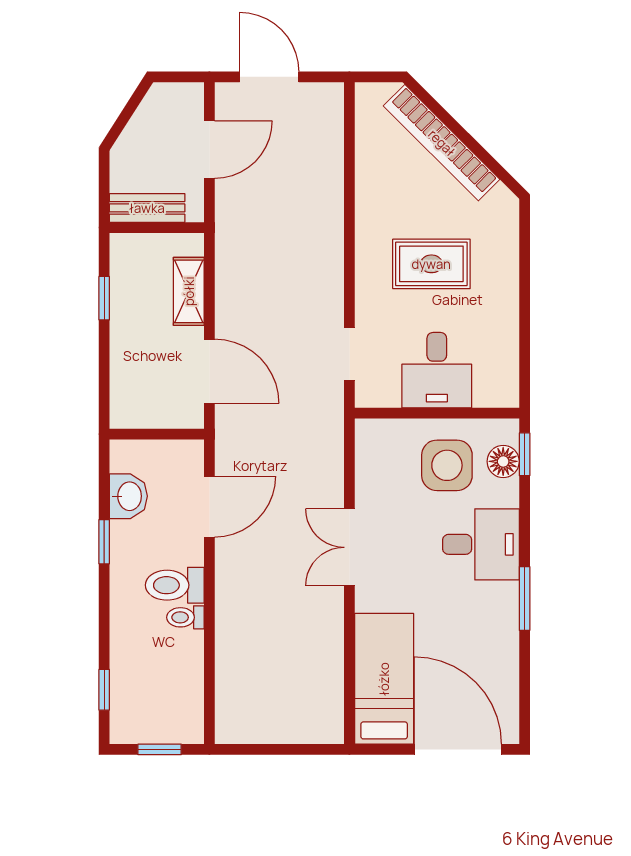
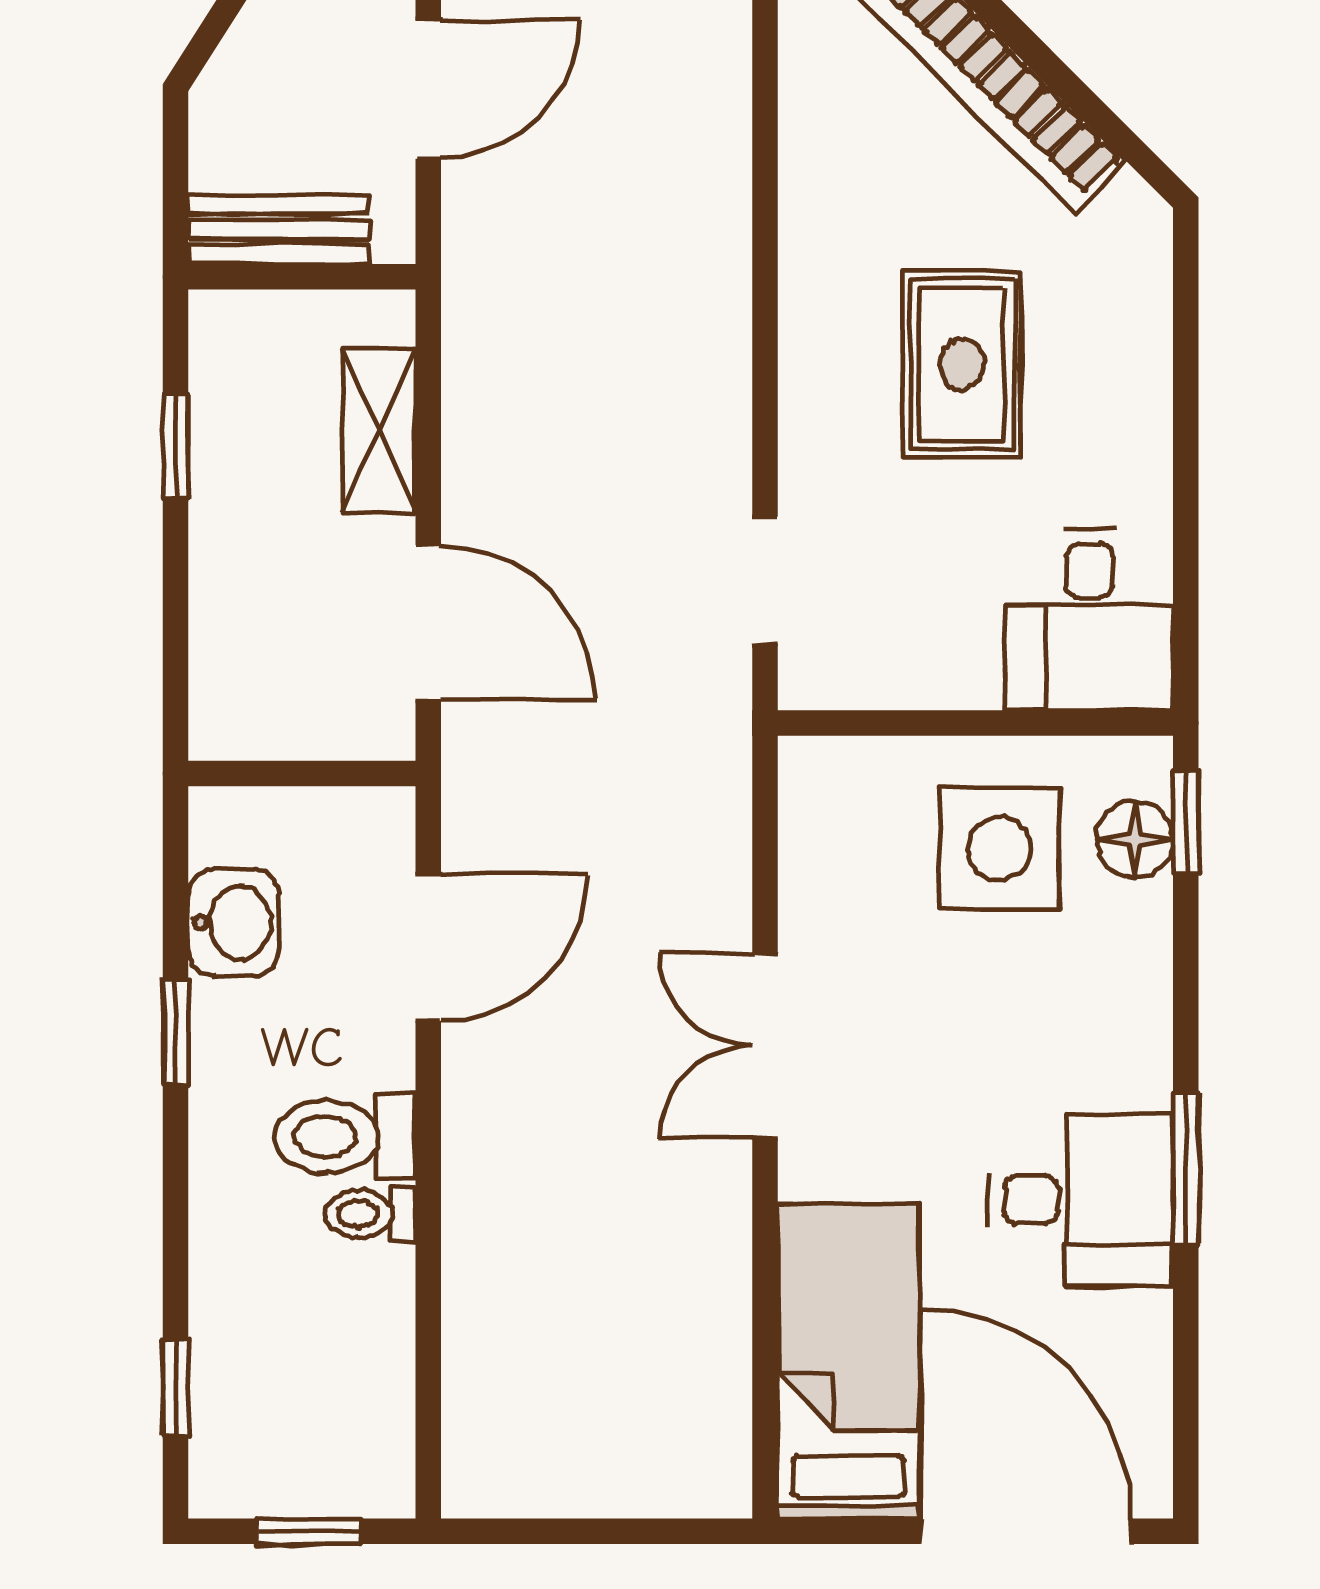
rug: (431, 264) -> (962, 364), turned 90
desk: (437, 370) -> (1089, 620), moved
desk: (481, 544) -> (1081, 1200), moved

